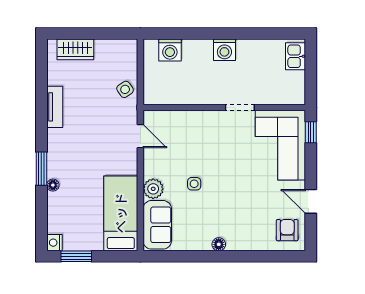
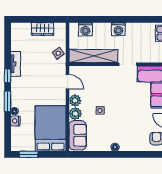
wardrobe: (75, 49) -> (43, 29), moved
shelving: (183, 94) -> (93, 56), added
window: (41, 126) -> (8, 76), added
plant: (153, 167) -> (75, 101), added
bed: (121, 213) -> (51, 128), width x1.50
nightstand: (54, 243) -> (15, 121), moved

